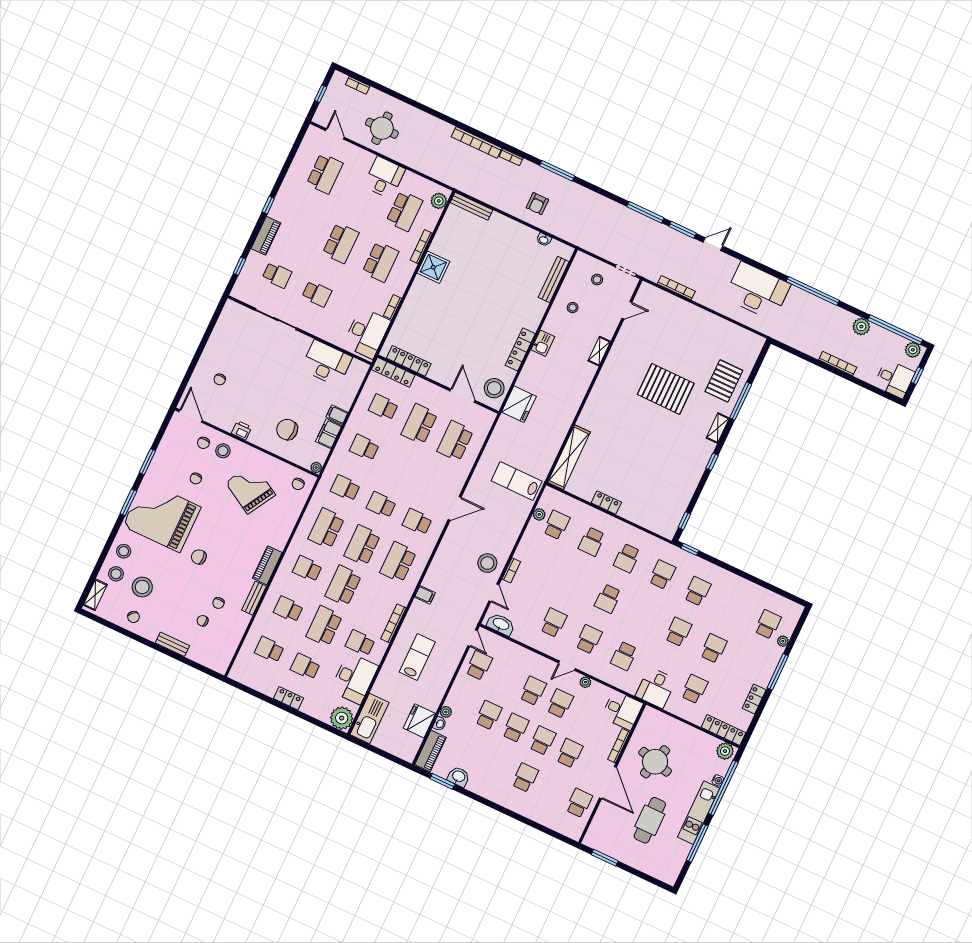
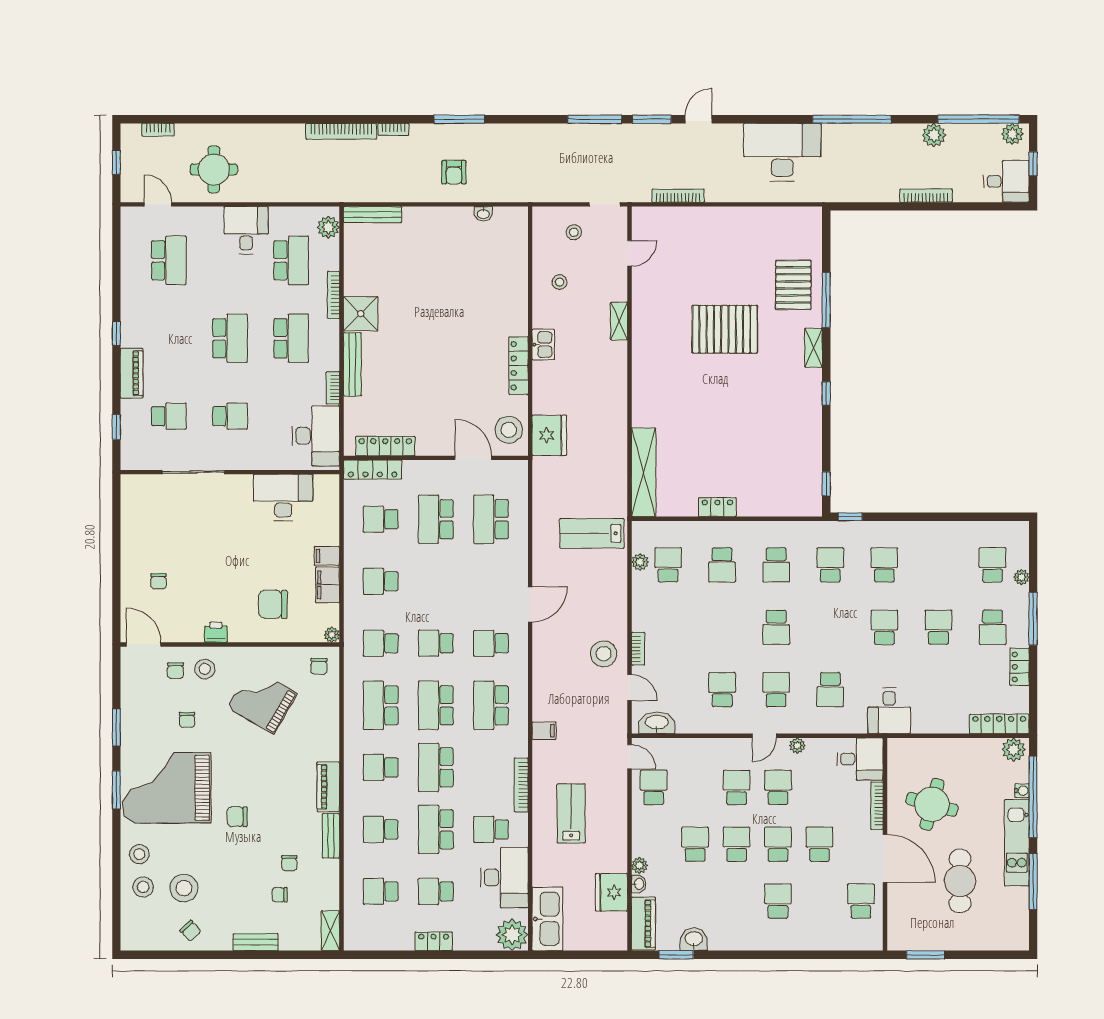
bench: (554, 279) -> (352, 364), moved
shelving: (95, 595) -> (330, 931), moved
school desk: (694, 689) -> (993, 627), moved, turned 180

